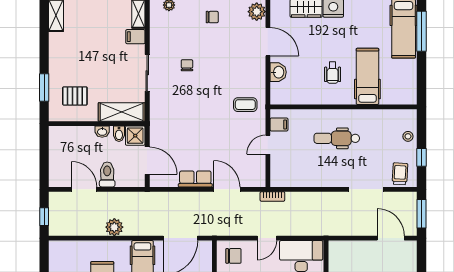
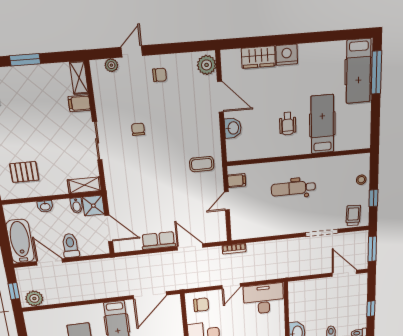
shelving: (122, 112) -> (84, 185), width x0.67, depth x0.75
washbasin: (102, 132) -> (45, 206), moved
bathtub: (59, 164) -> (20, 241), added
plant: (114, 227) -> (34, 298), moved

